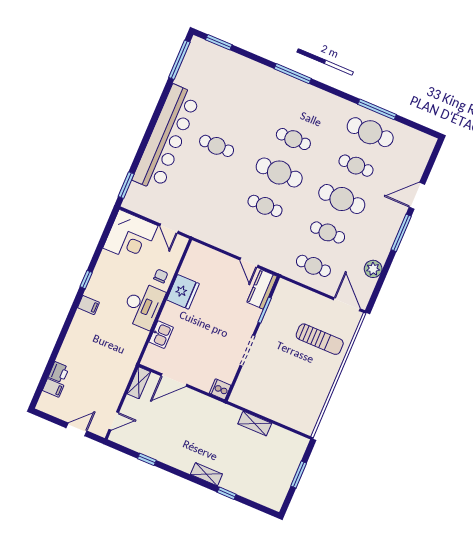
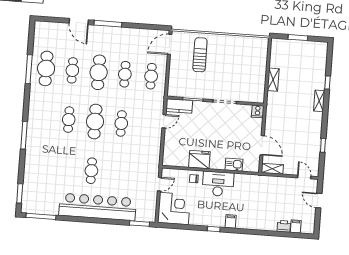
plant: (373, 269) -> (139, 34), removed

